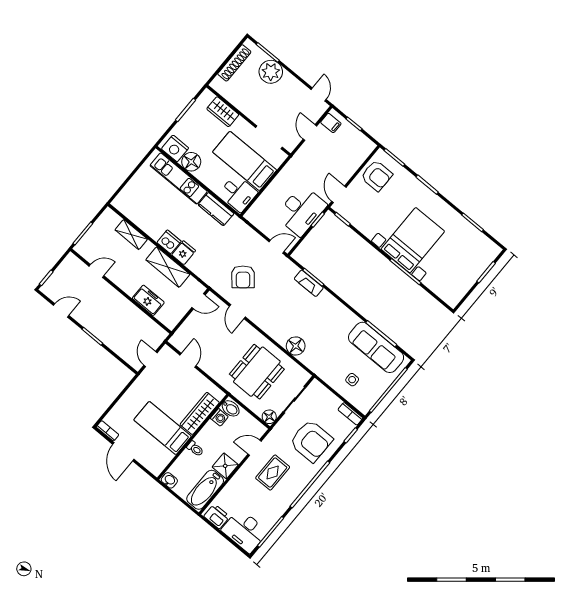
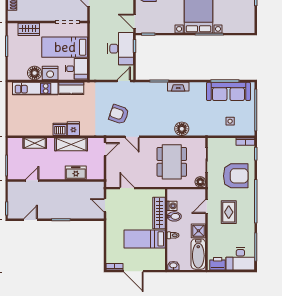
nightstand: (175, 148) -> (50, 73), moved
armchair: (243, 277) -> (119, 114), turned 149
fireplace: (309, 283) -> (178, 87), moved
bidet: (231, 408) -> (174, 216), moved

